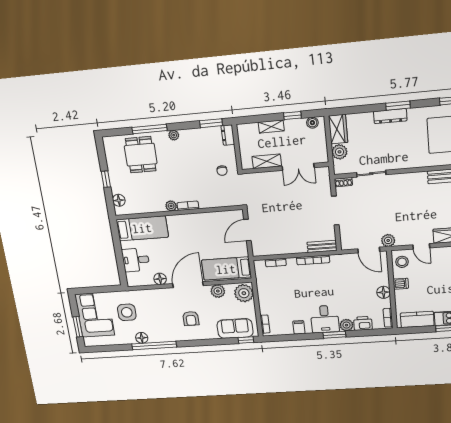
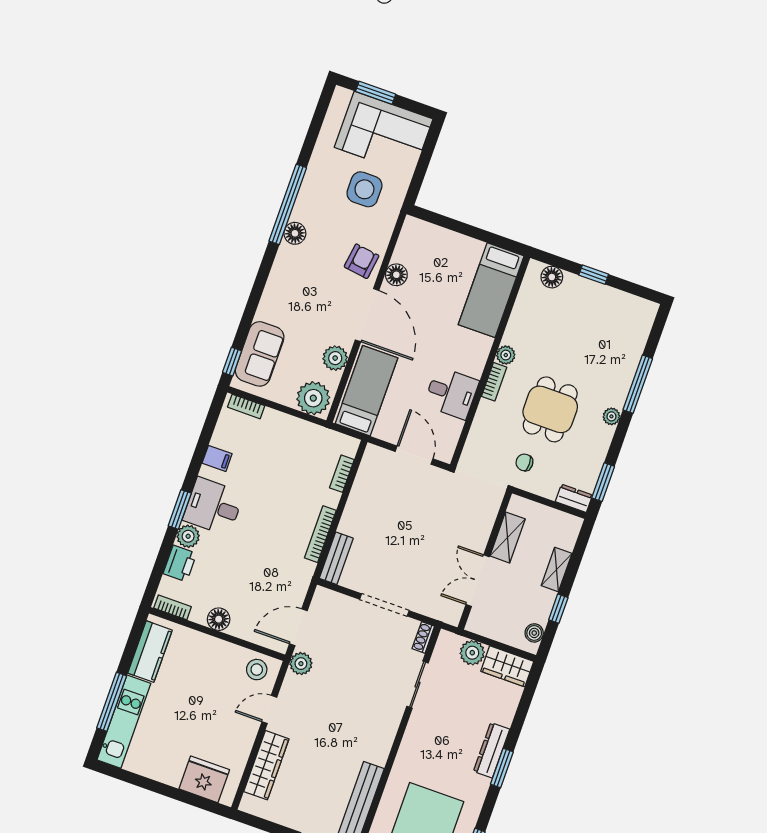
dining table: (141, 155) -> (550, 409), moved, turned 90
desk: (136, 260) -> (451, 393), moved, turned 90
dishwasher: (401, 284) -> (221, 652), removed
armchair: (191, 318) -> (362, 261), moved, turned 98
floor lamp: (142, 338) -> (295, 233), moved

